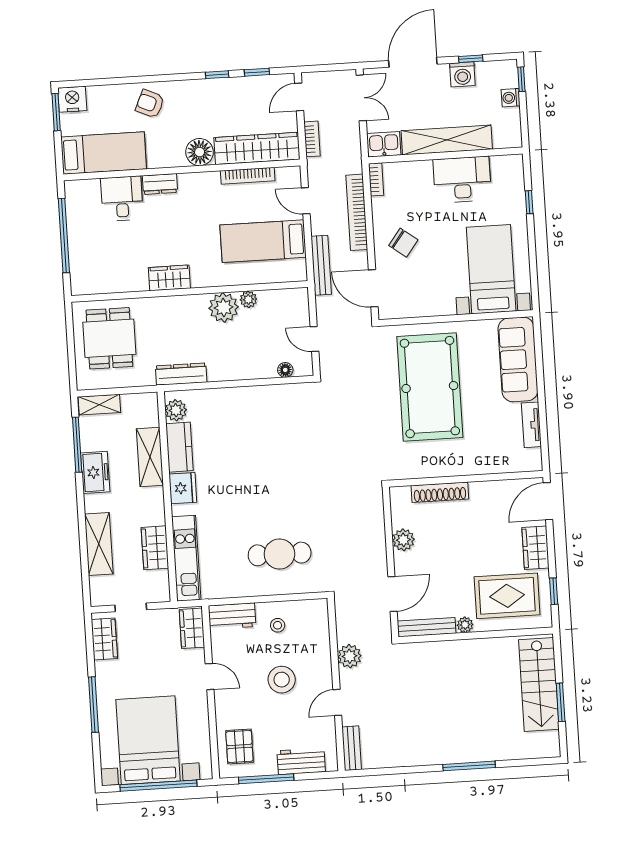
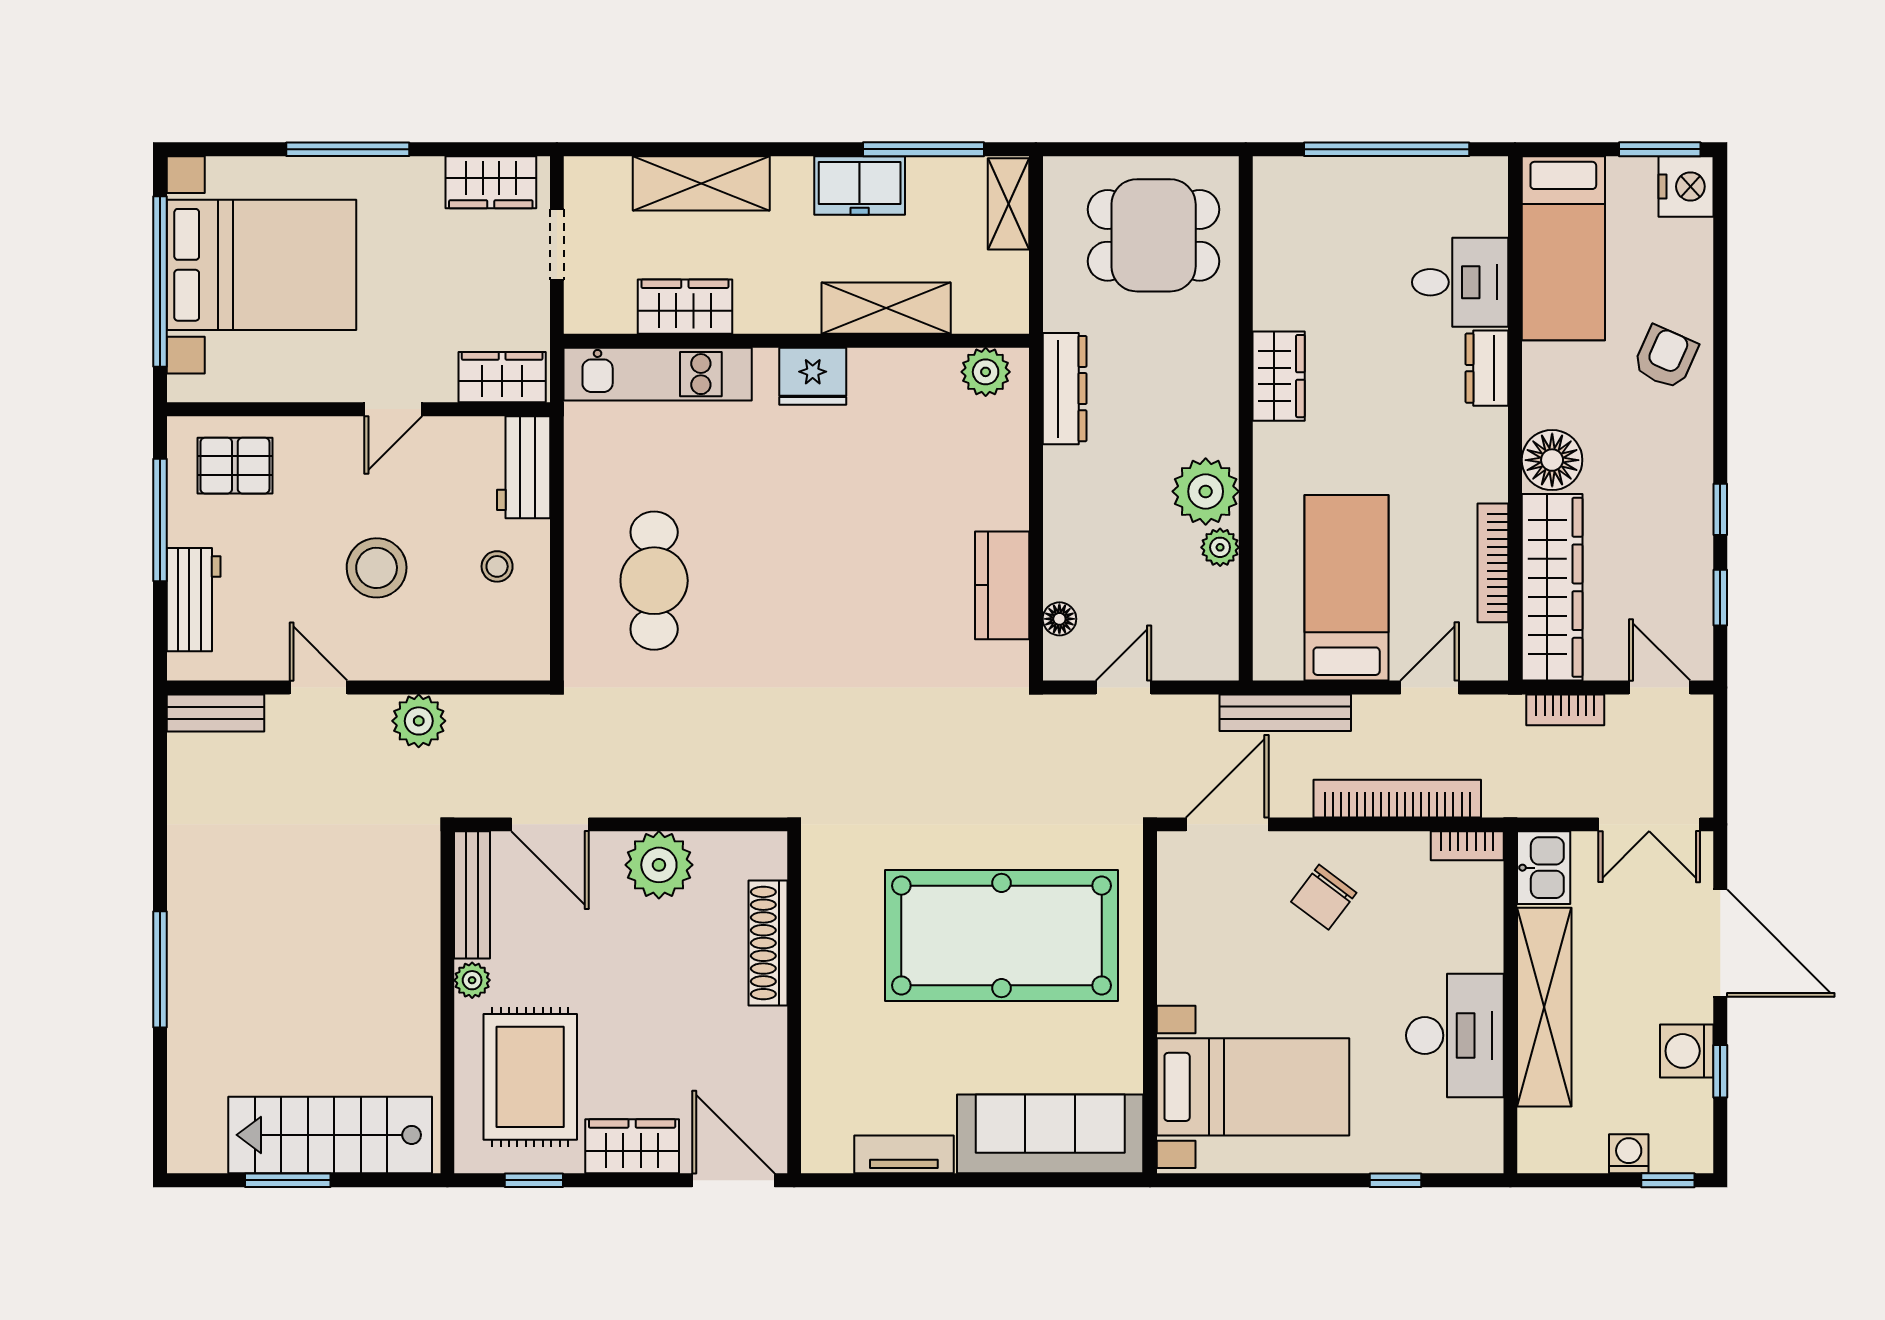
kitchen counter: (179, 447) -> (1002, 585), moved, turned 90
plant: (403, 540) -> (659, 865), width x1.36, depth x1.36

